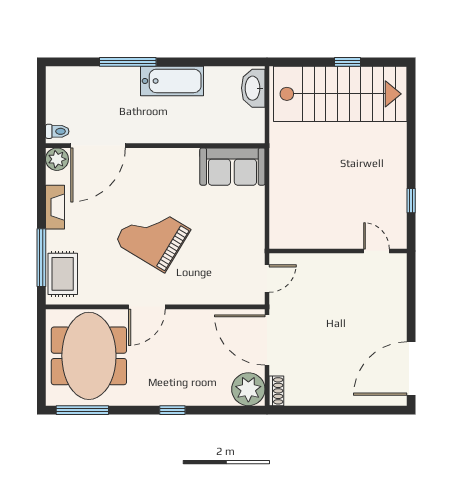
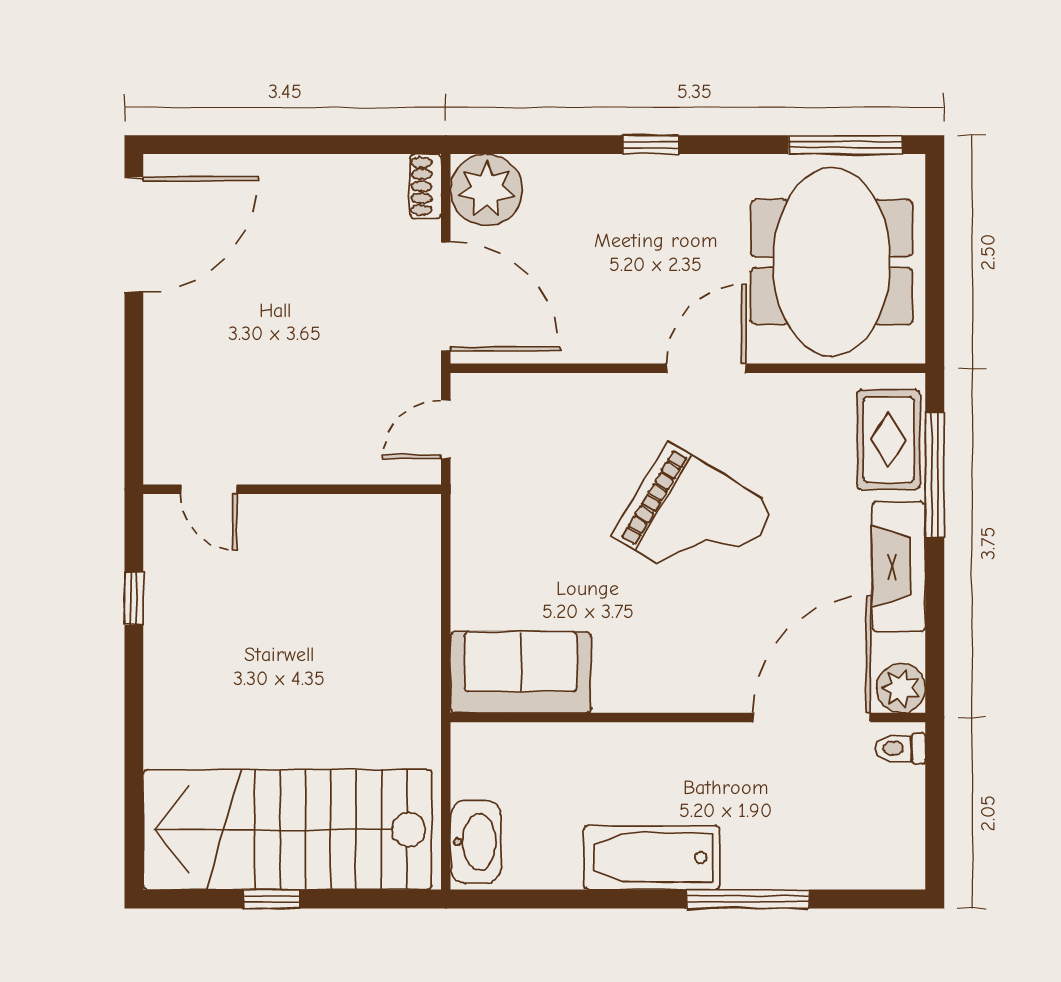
fireplace: (55, 207) -> (899, 567), width x1.37, depth x1.32

